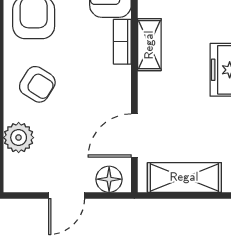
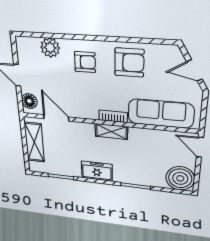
armchair: (37, 84) -> (85, 62), turned -122

